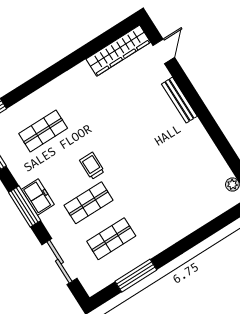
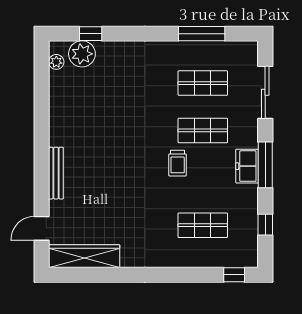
plant: (217, 203) -> (82, 54), added
window: (220, 222) -> (91, 34), added

